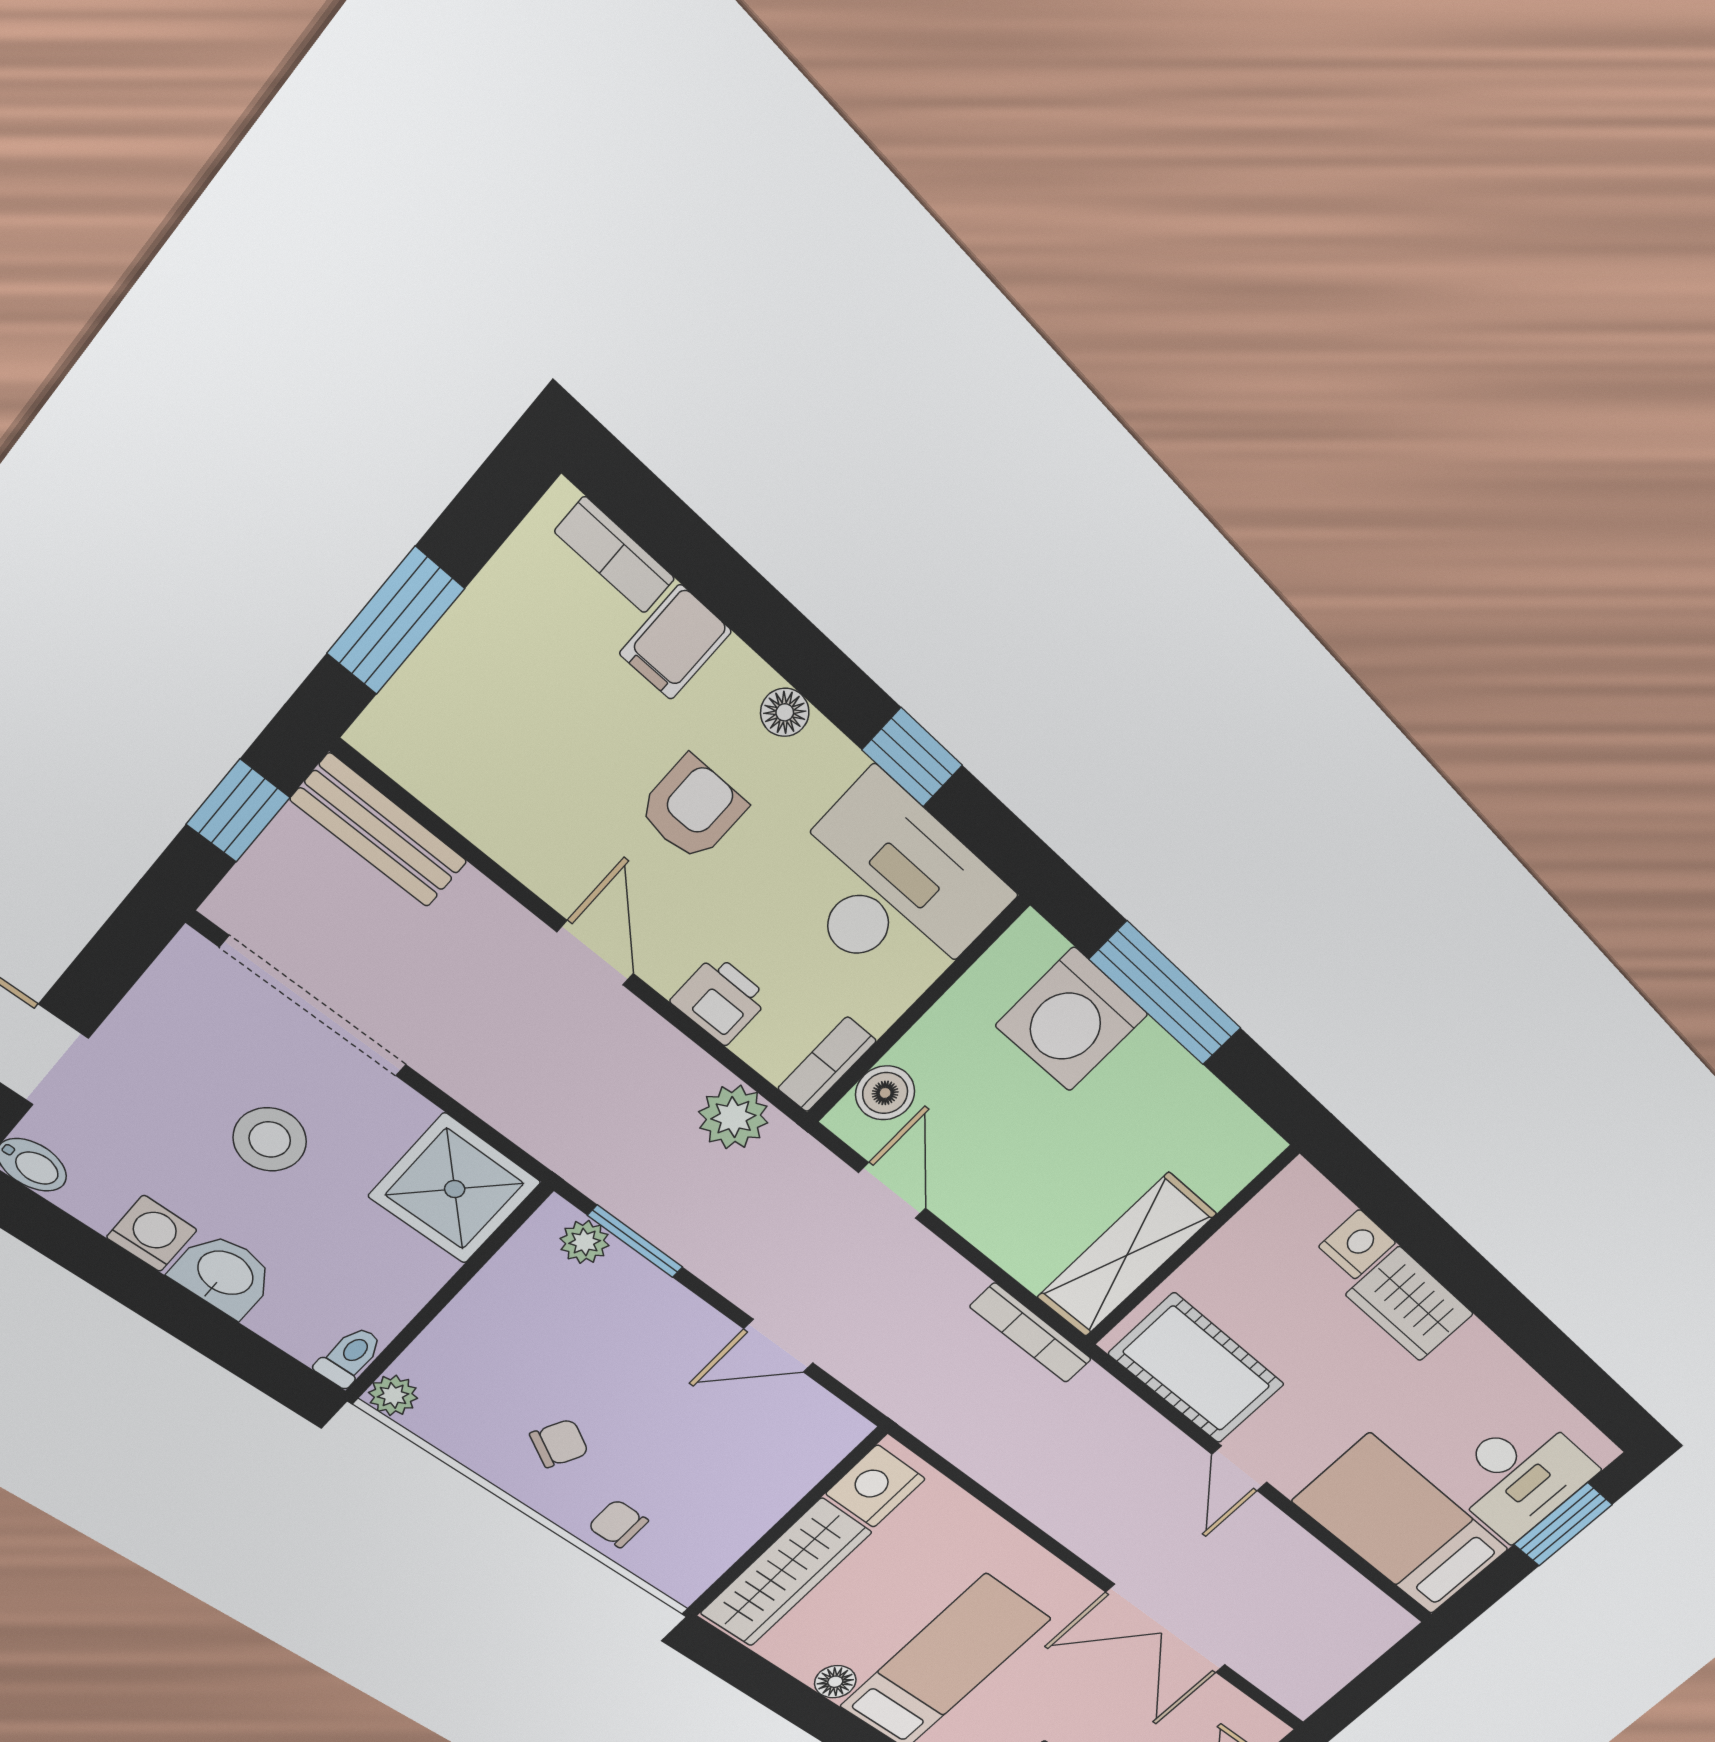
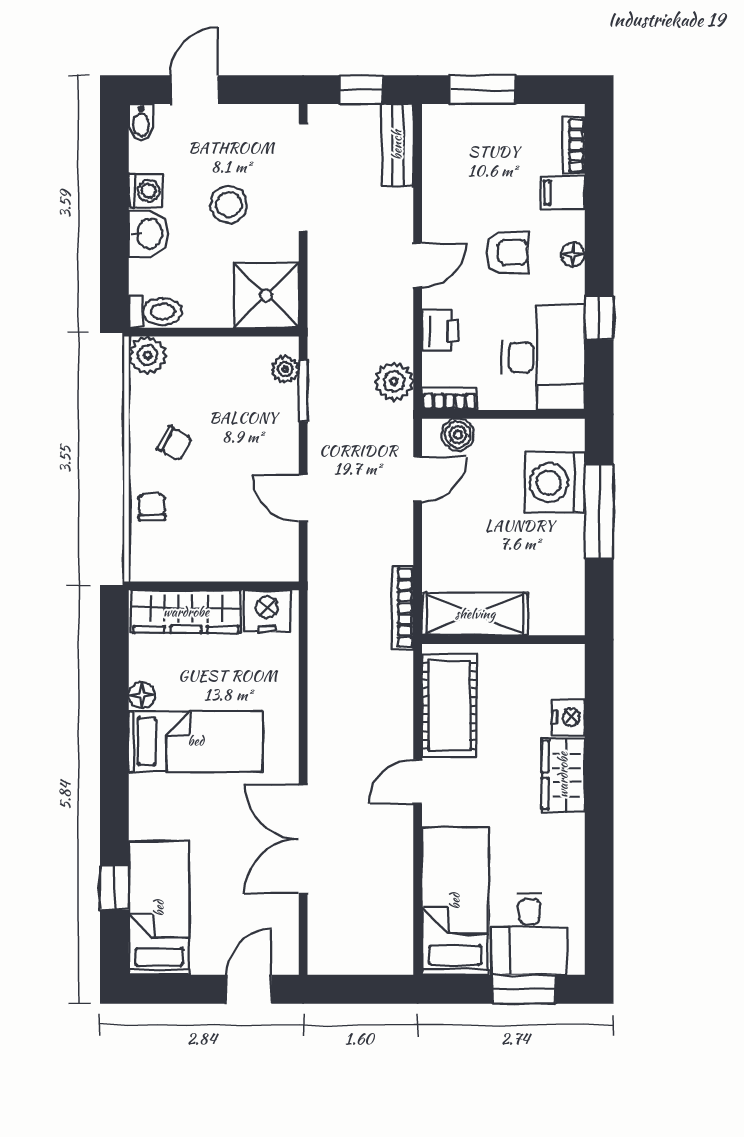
toilet: (349, 1357) -> (155, 312), width x1.37, depth x1.39
plant: (393, 1395) -> (147, 355), width x1.38, depth x1.38

